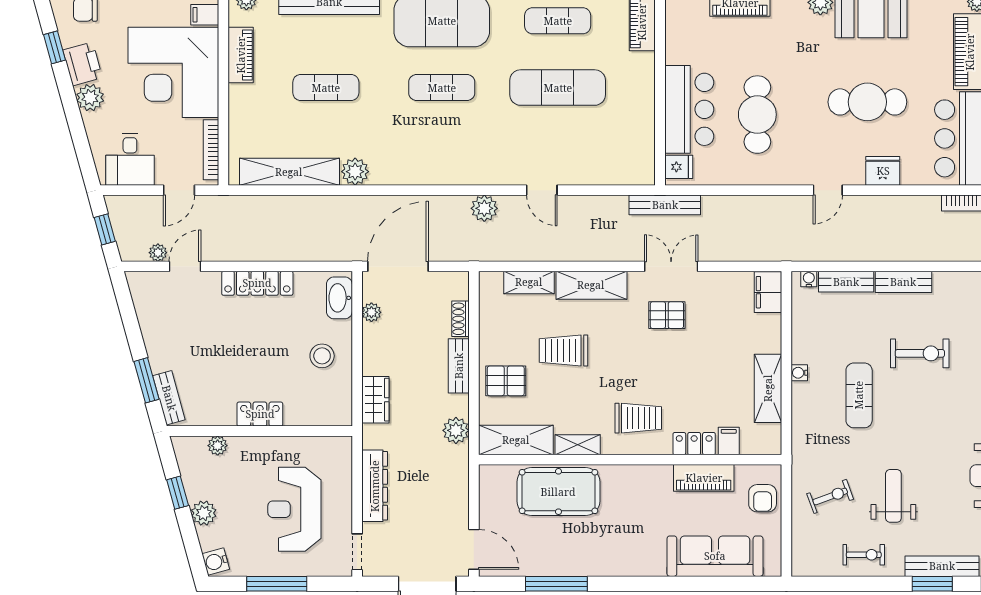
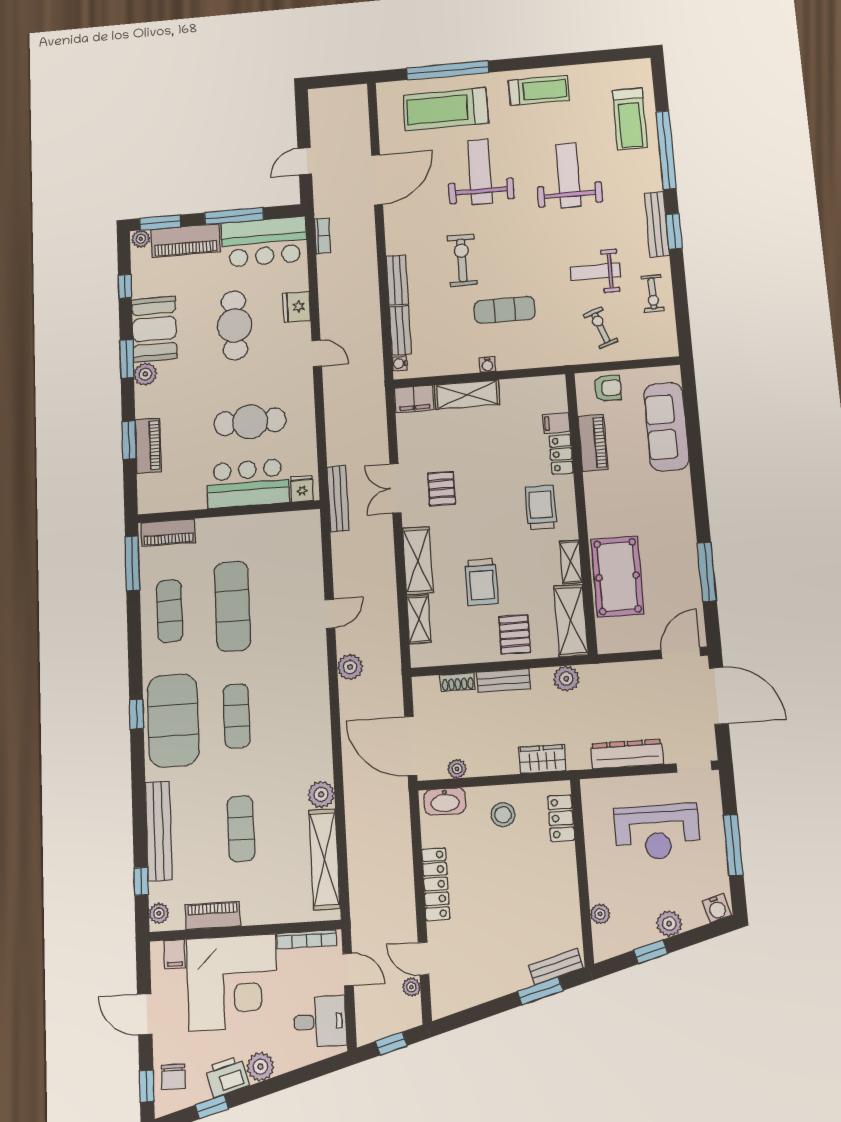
shelving: (768, 388) -> (467, 395), moved
locker: (260, 414) -> (561, 818), moved
exercise bike: (864, 555) -> (653, 293), turned 180

